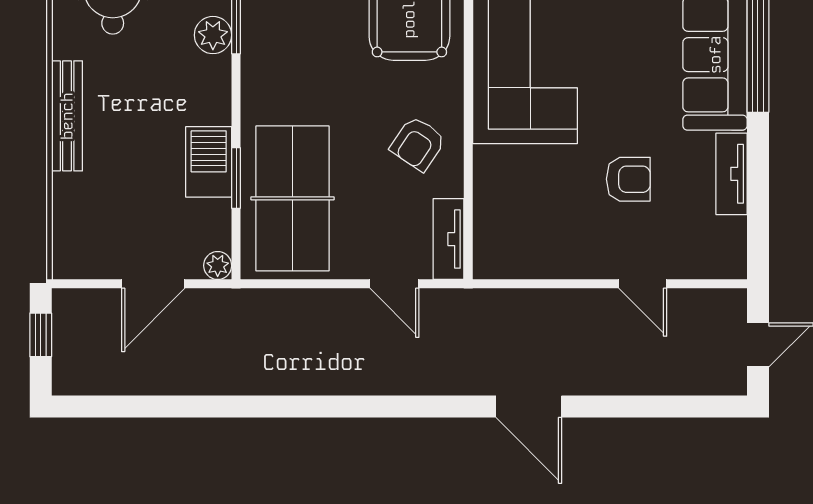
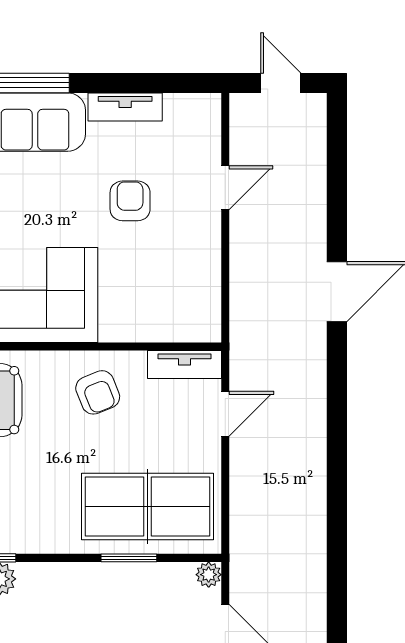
armchair: (418, 144) -> (98, 392), turned 34
barbecue: (209, 162) -> (114, 583), removed

